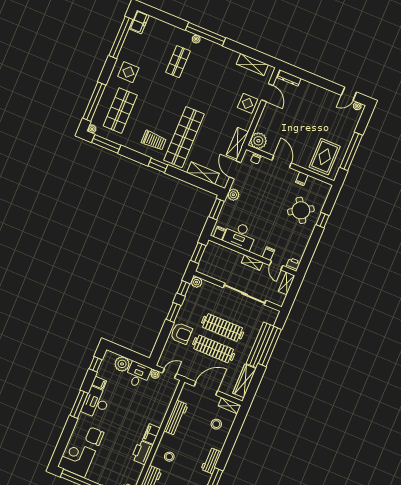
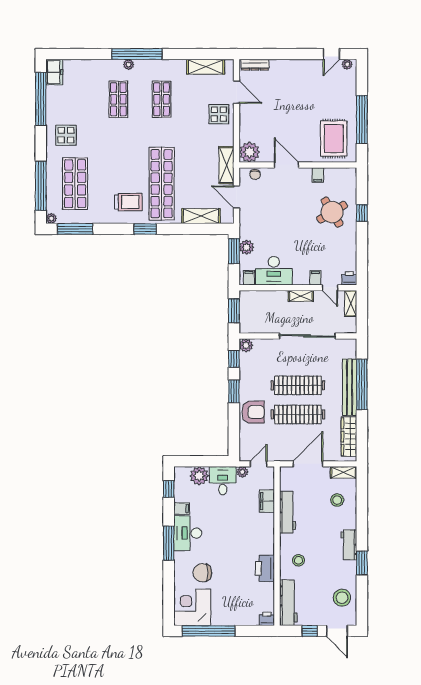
shop shelf: (210, 75) -> (162, 99), added
plant: (233, 195) -> (246, 247), moved
filing cabinet: (151, 434) -> (267, 501), moved

